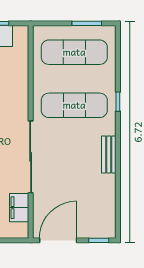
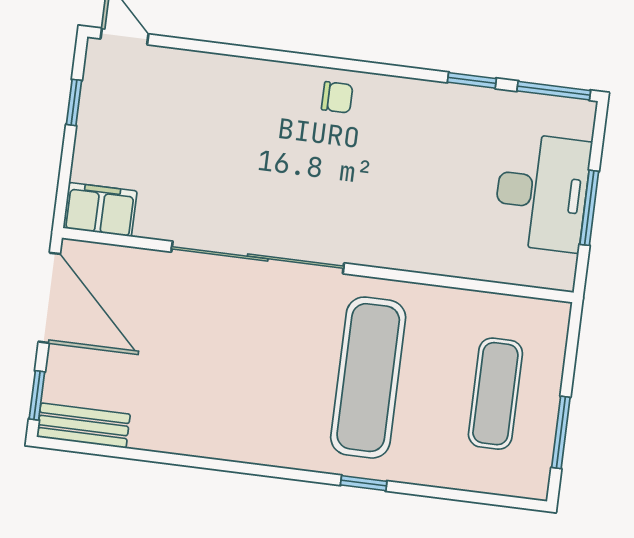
exercise mat: (74, 52) -> (495, 394), width x0.73, depth x0.69
bench: (109, 155) -> (83, 426), moved
filing cabinet: (19, 208) -> (100, 210), moved

